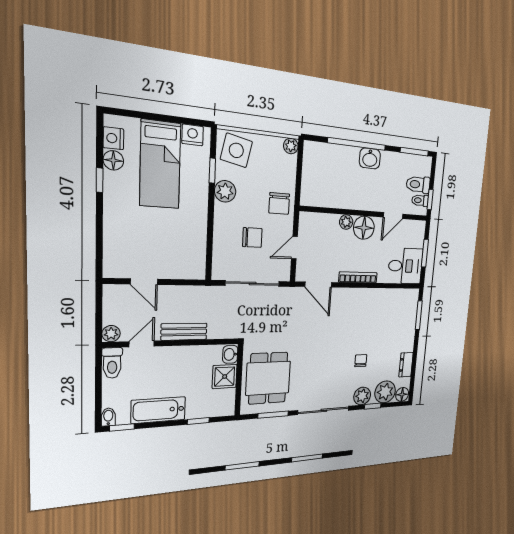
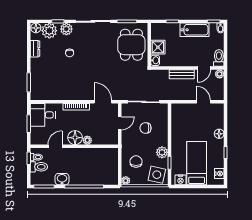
washbasin: (370, 158) -> (62, 179), moved
floor lamp: (113, 160) -> (219, 134), moved
chair: (279, 203) -> (136, 162), moved

